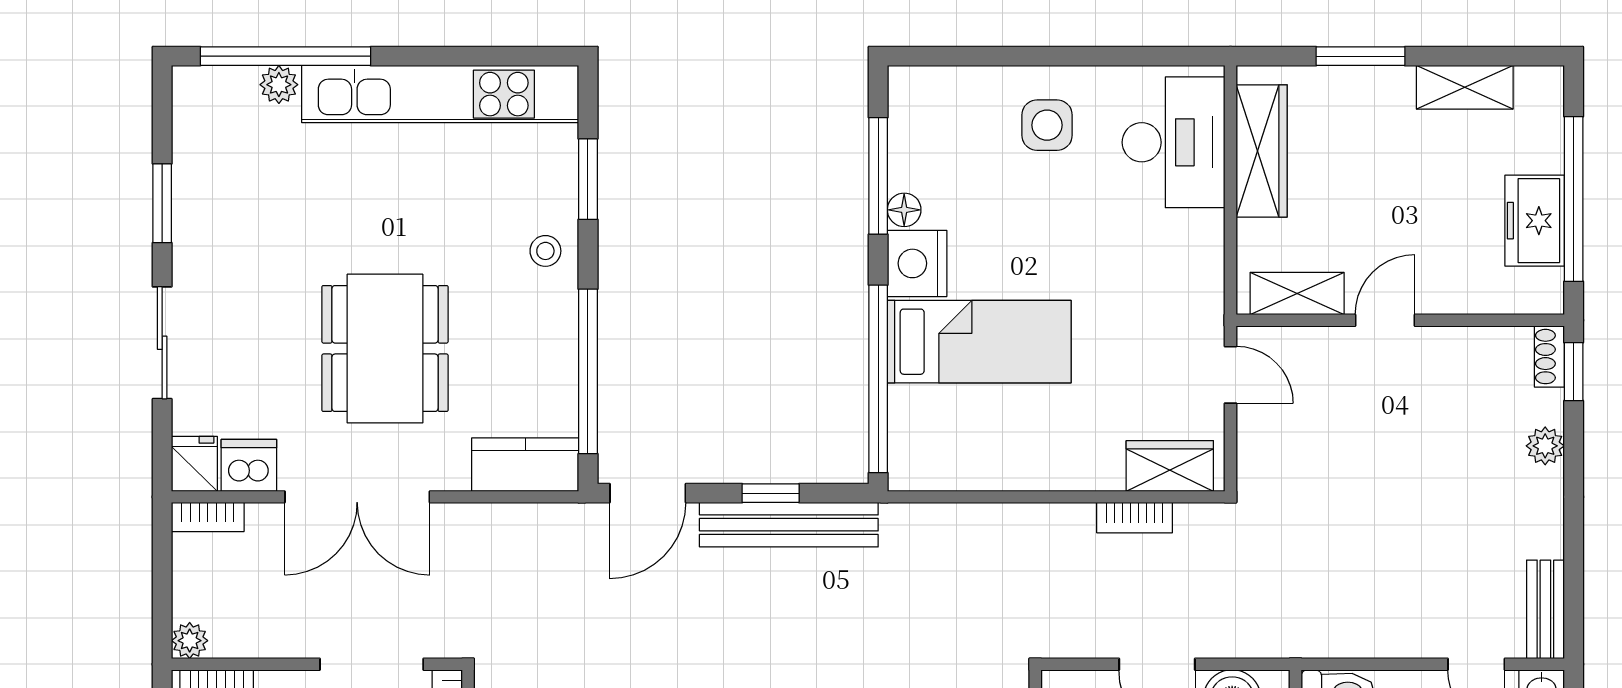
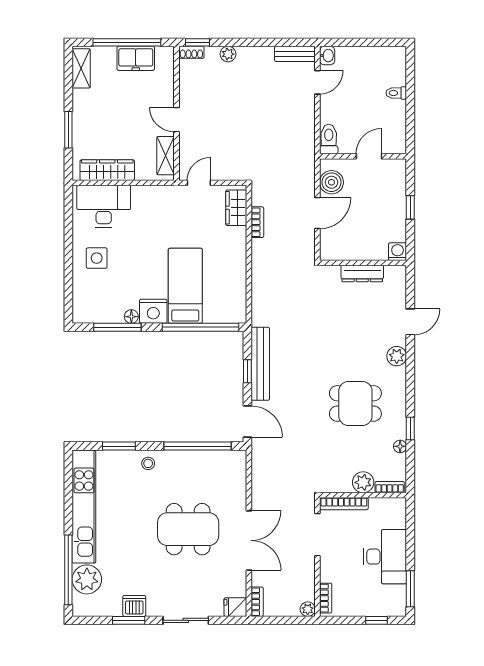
plant: (279, 85) -> (87, 579), width x1.88, depth x1.88
shelving: (1465, 87) -> (81, 68), moved
dishwasher: (249, 465) -> (134, 606), moved, turned 90
kitchen counter: (525, 465) -> (236, 472), removed

